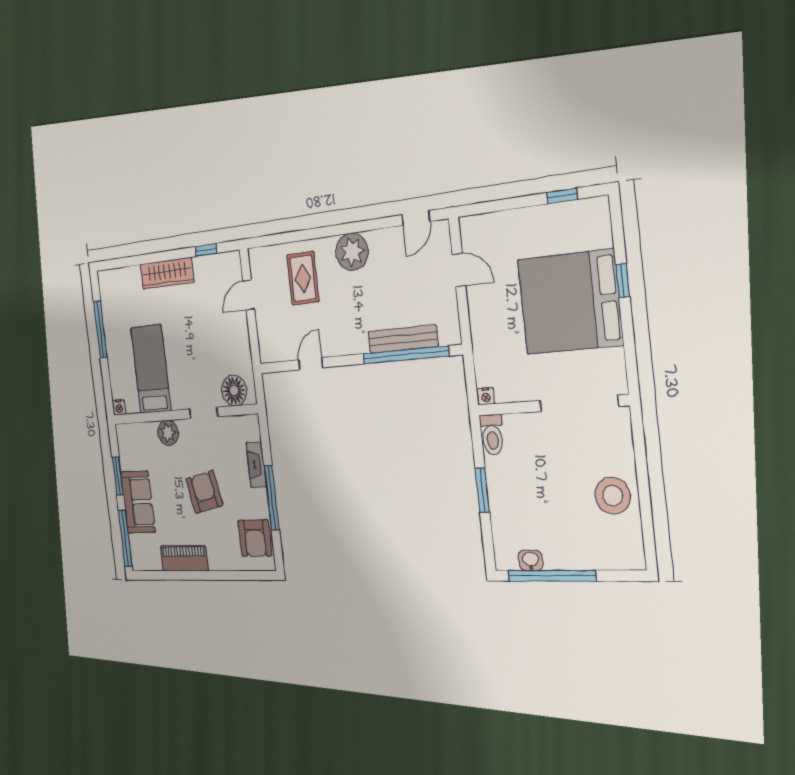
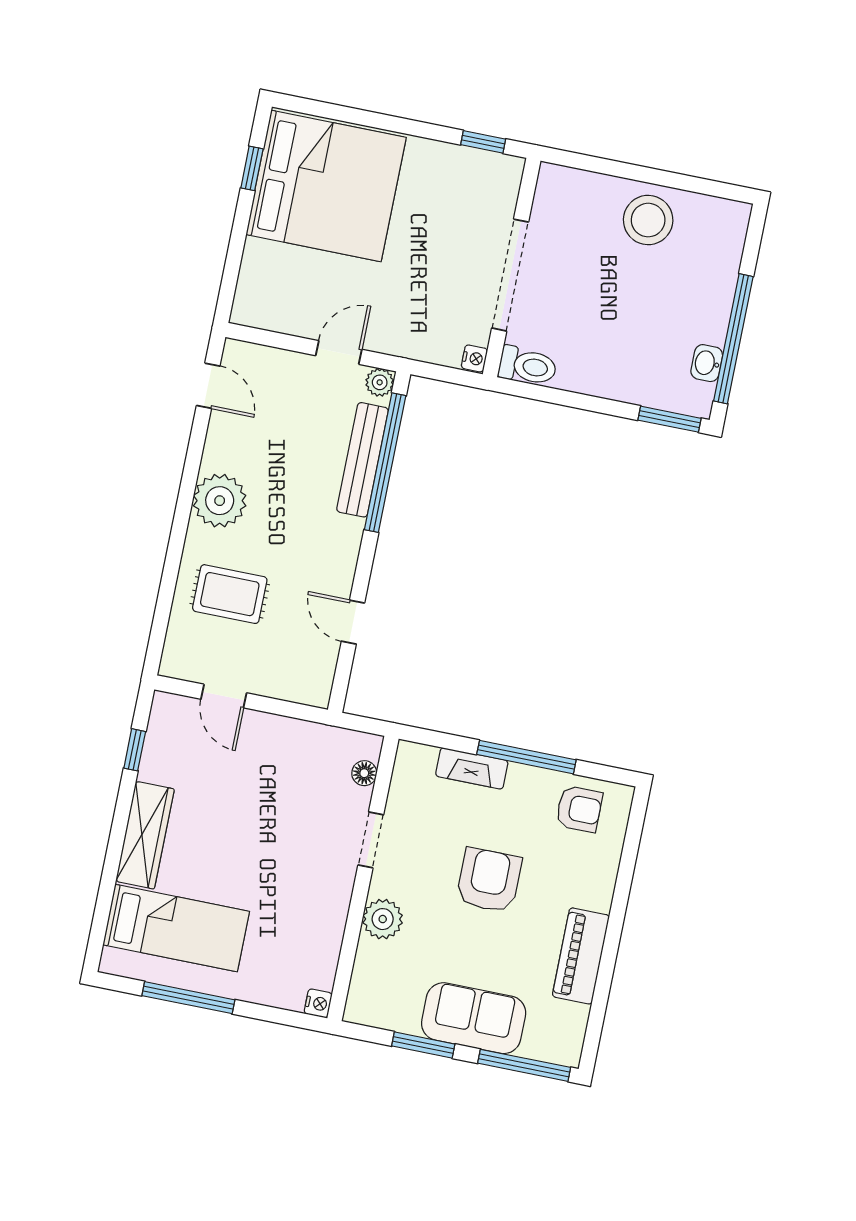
door: (459, 270) -> (339, 352), moved
window: (623, 281) -> (483, 142), moved
bed: (570, 302) -> (326, 186), moved, turned -90
plant: (452, 335) -> (380, 382), added
bed: (151, 369) -> (176, 928), moved, turned 180
floor lamp: (234, 391) -> (364, 773), width x0.53, depth x0.53
doorway: (579, 403) -> (510, 275), moved
window: (482, 490) -> (670, 419), moved
armchair: (204, 492) -> (489, 880), turned 102
armchair: (255, 538) -> (579, 809), width x0.72, depth x0.72

